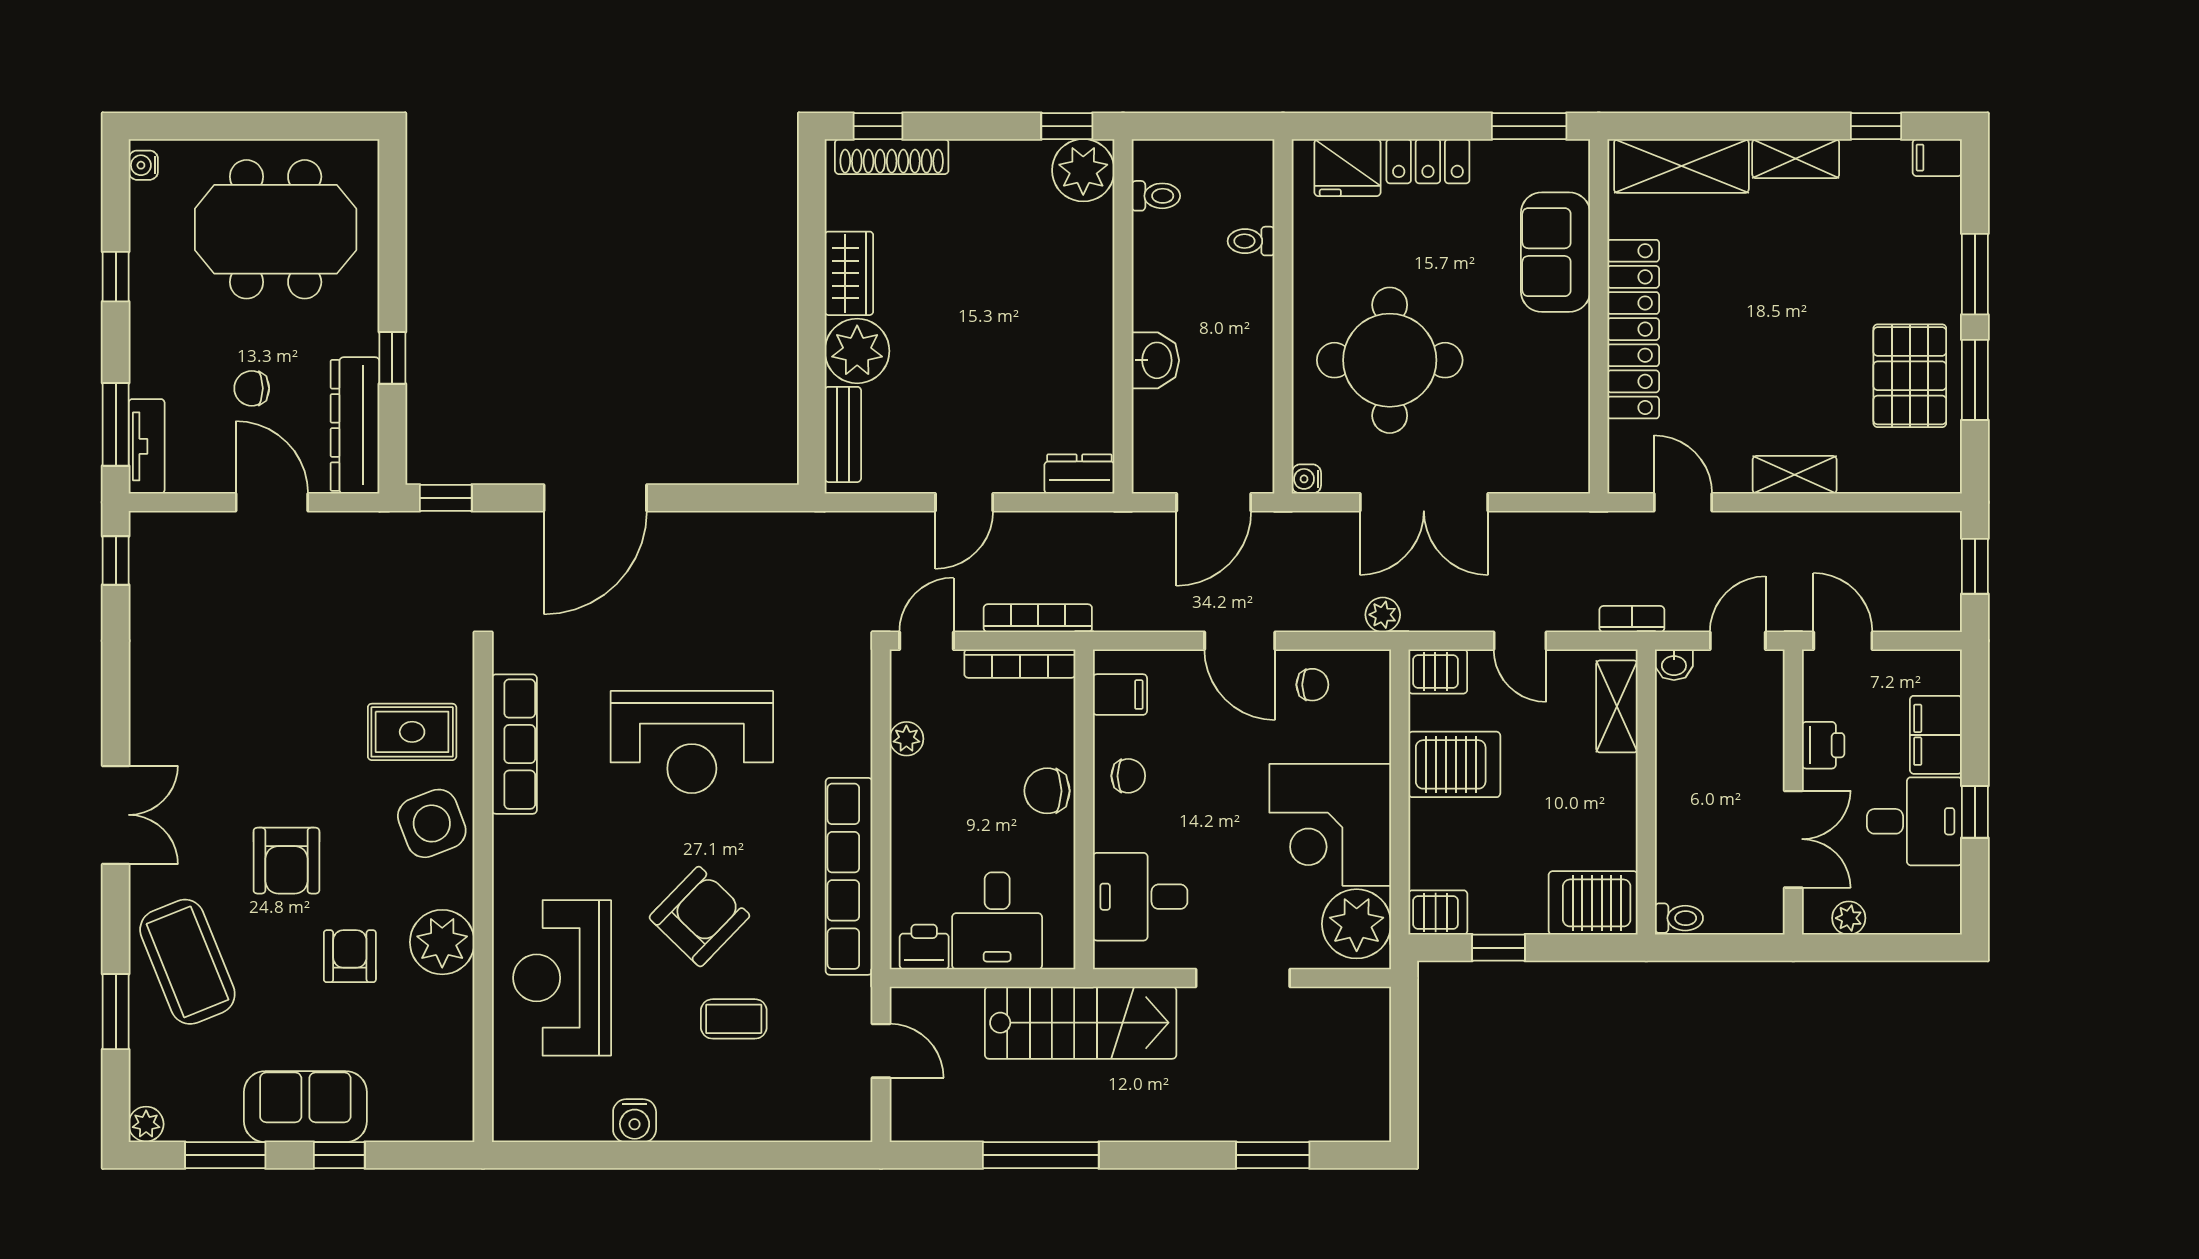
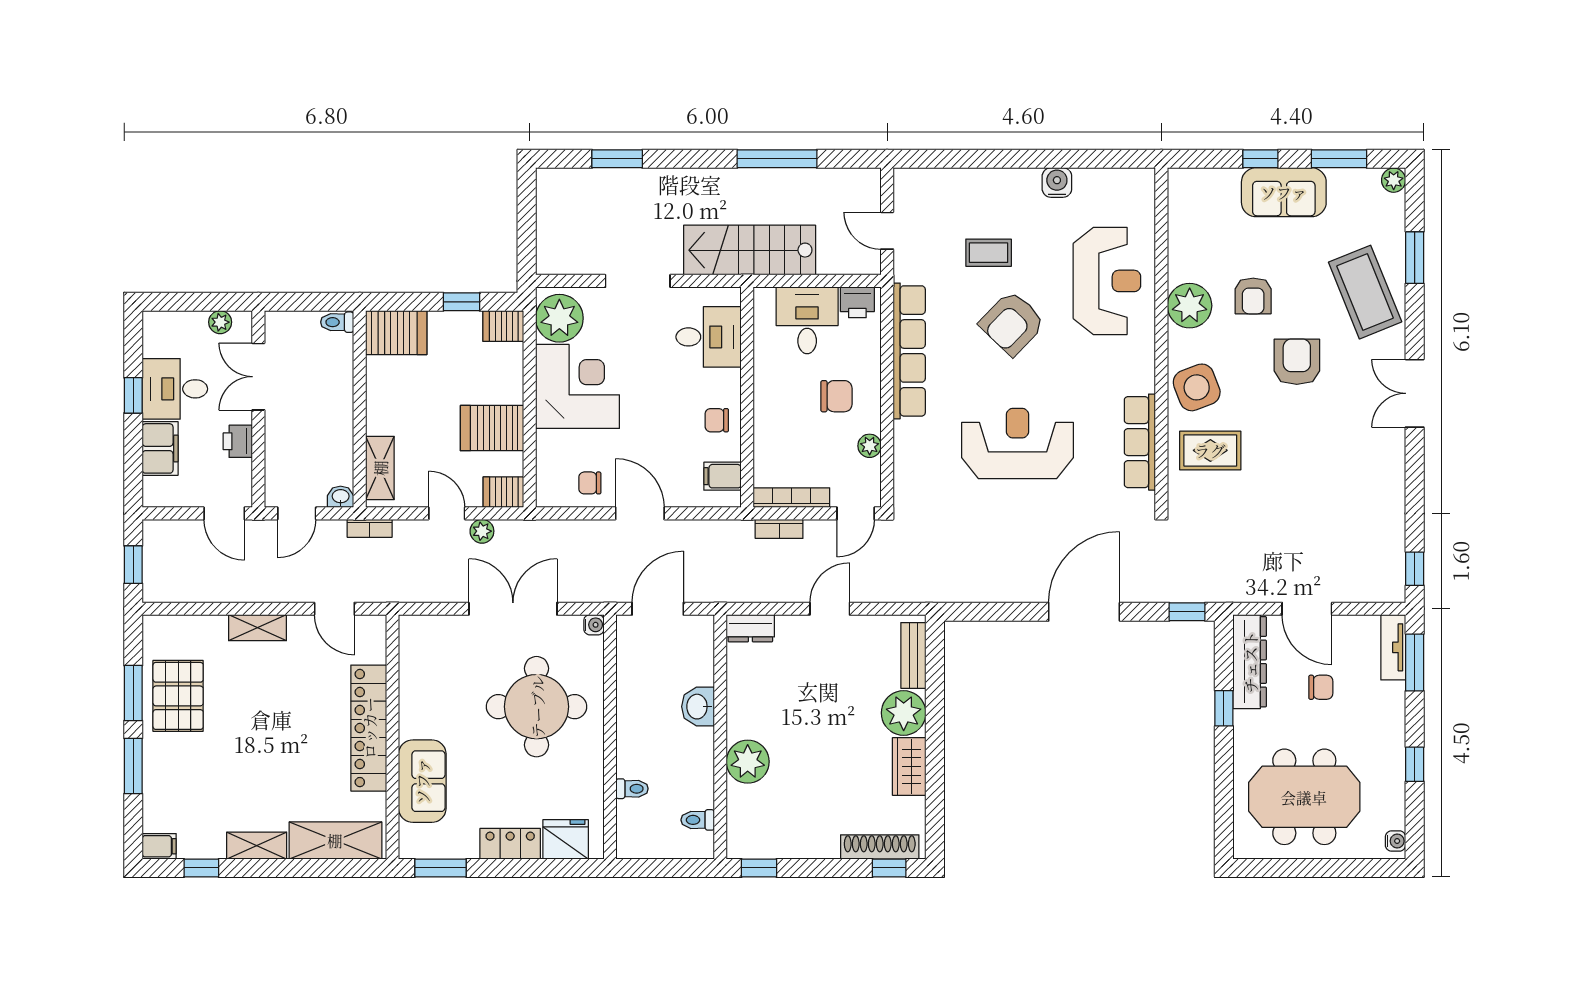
plant: (1083, 170) -> (748, 762), moved
plant: (1383, 615) -> (482, 531), moved
bookcase: (1038, 618) -> (779, 529), width x0.64
chair: (1047, 791) -> (836, 396), moved

